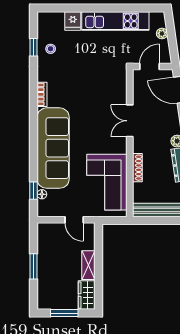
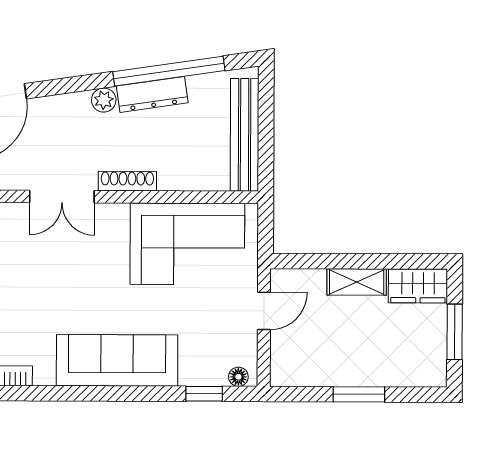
sofa: (53, 148) -> (117, 360), width x0.74, depth x0.79
shoe rack: (137, 168) -> (127, 181), moved
floor lamp: (42, 194) -> (238, 377), moved

